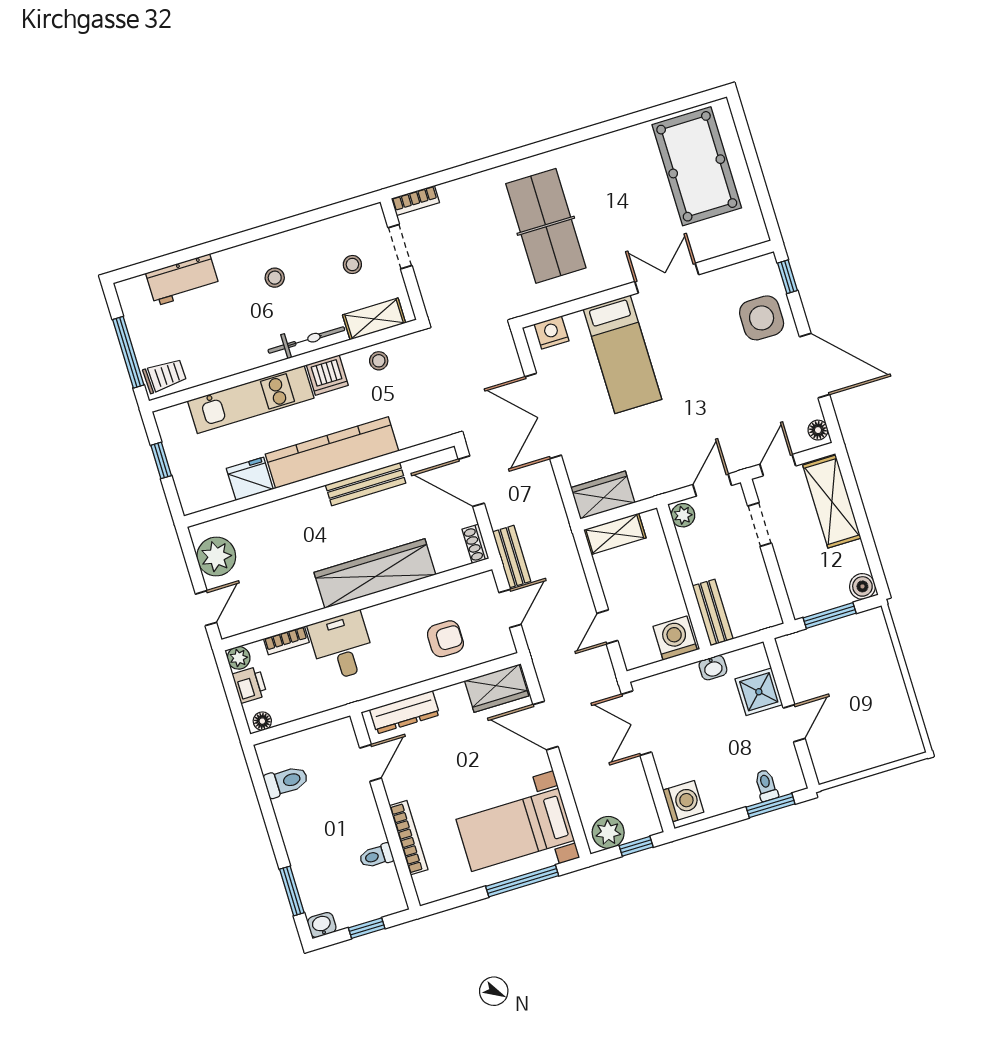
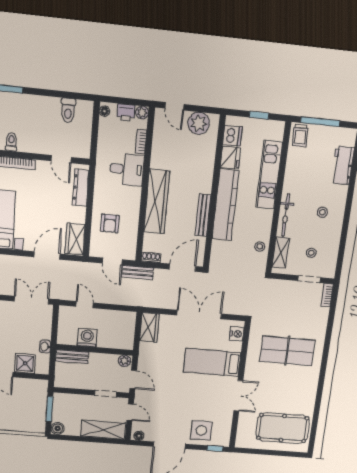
dishwasher: (327, 375) -> (232, 136), moved, turned 180
shelving: (615, 534) -> (128, 326), removed
washing machine: (675, 638) -> (87, 338), moved, turned -90

